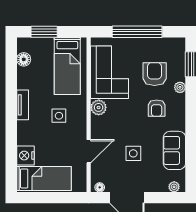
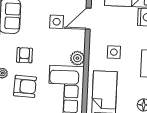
armchair: (155, 74) -> (25, 86), turned -87
side table: (133, 153) -> (57, 22), moved

